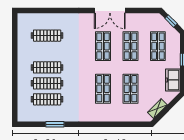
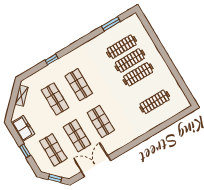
double door: (110, 11) -> (96, 166), moved
window: (55, 124) -> (111, 24), moved
window: (113, 124) -> (52, 59), added

